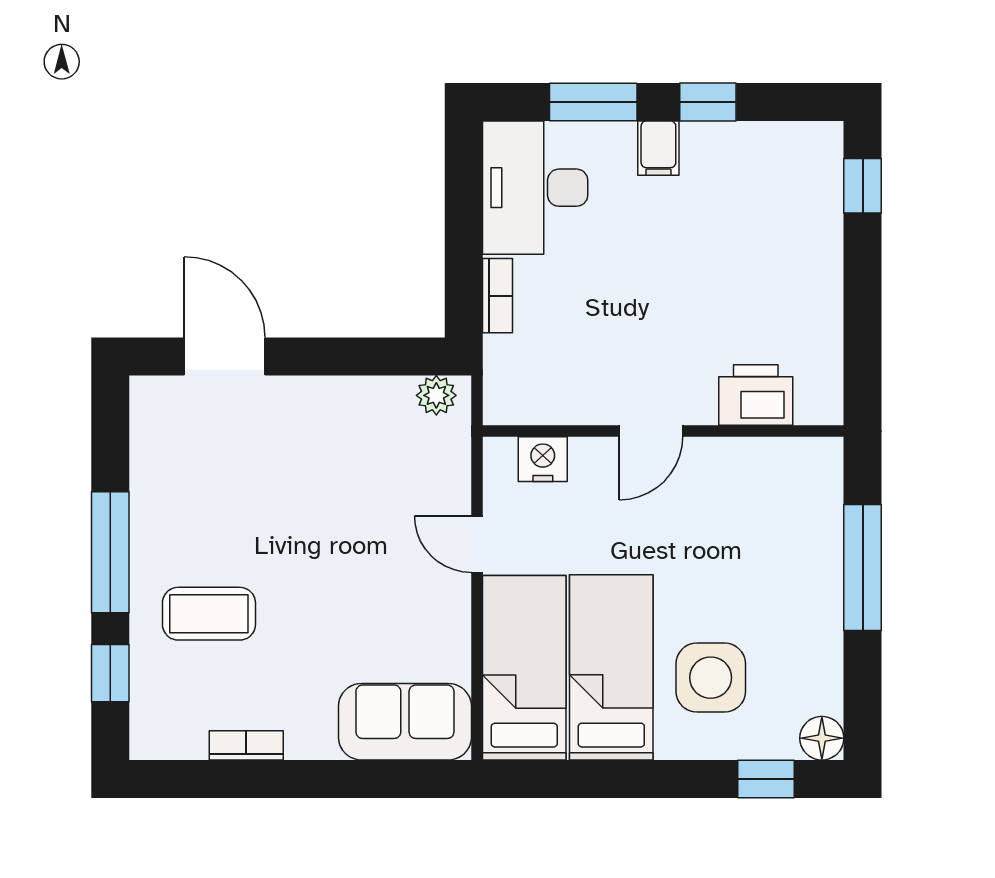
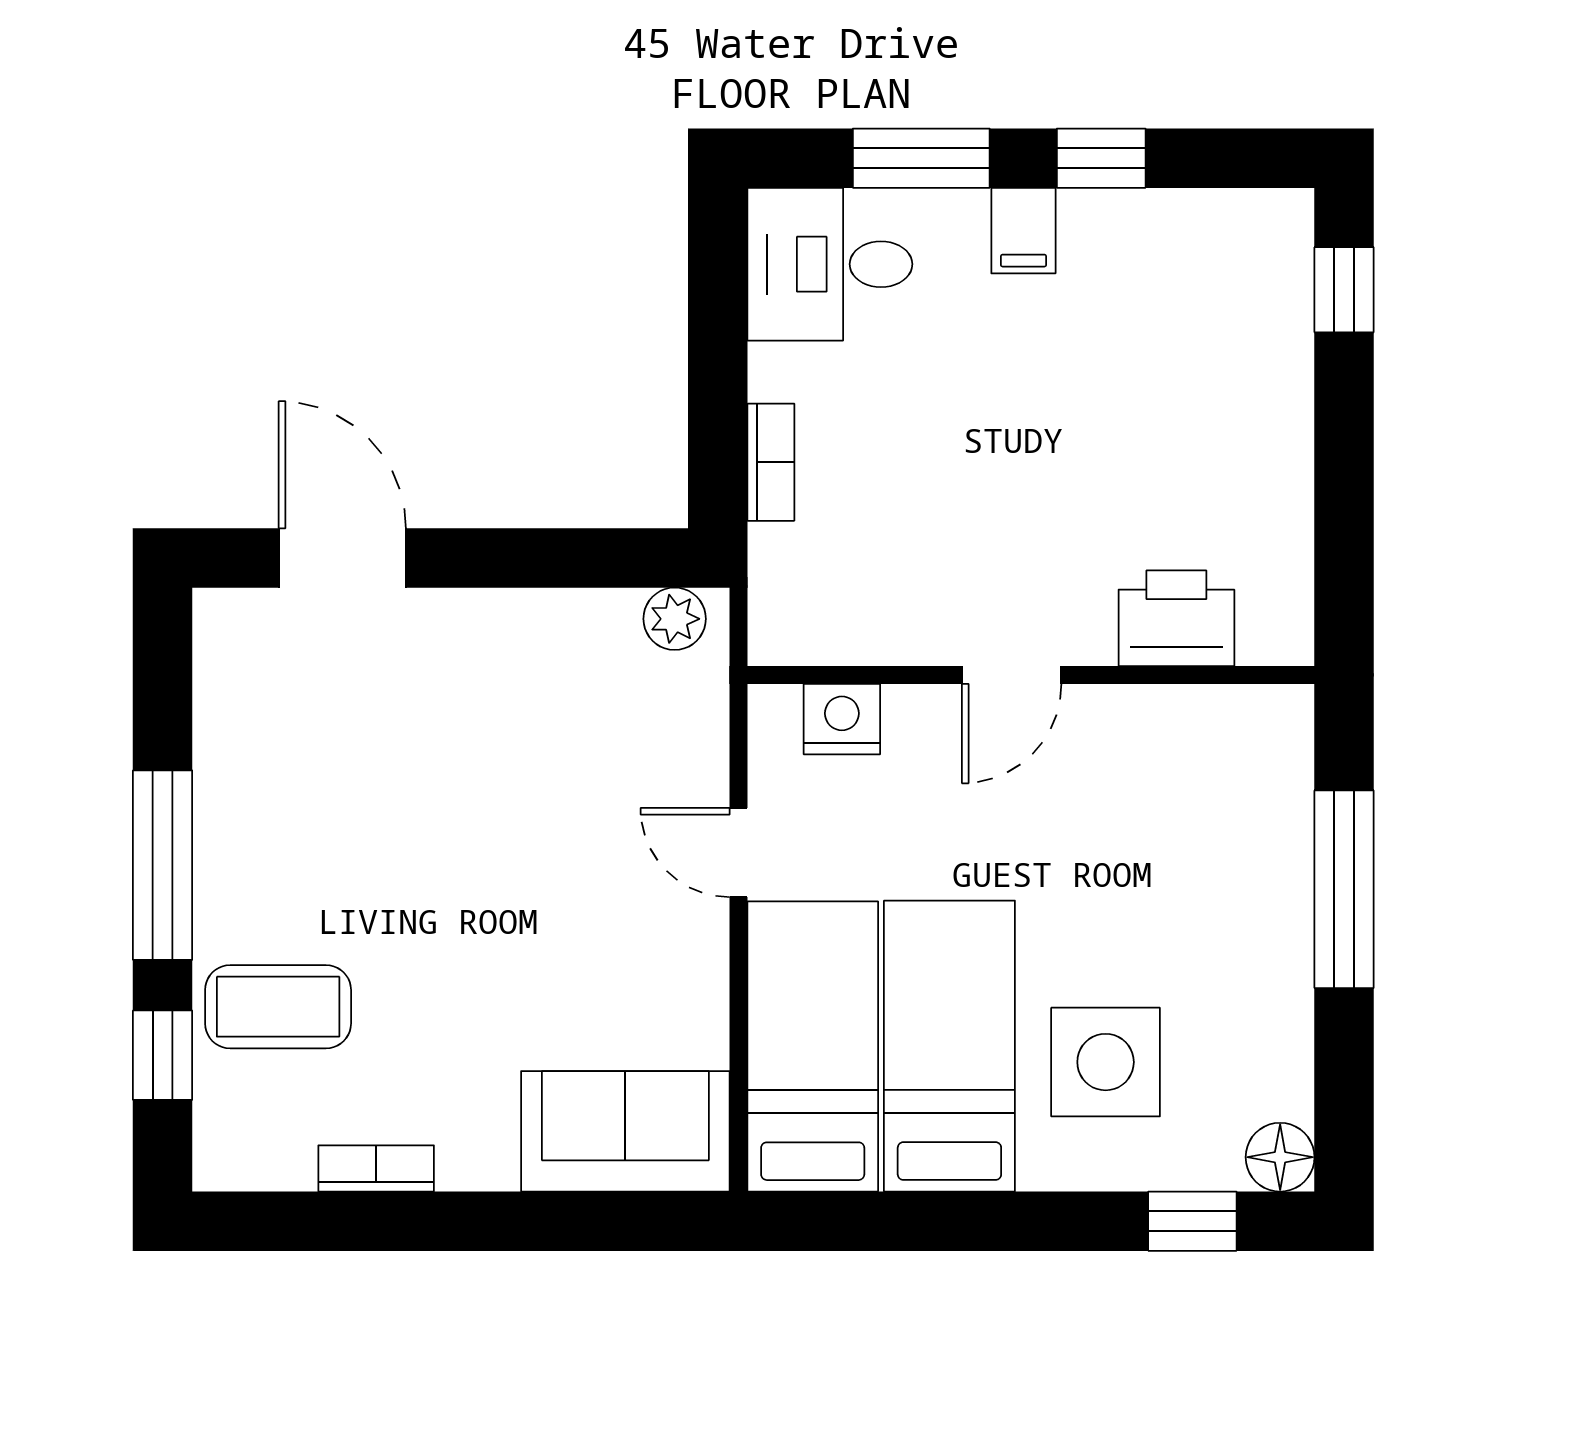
desk: (535, 188) -> (830, 264), width x0.73
coffee table: (209, 614) -> (278, 1007), moved

